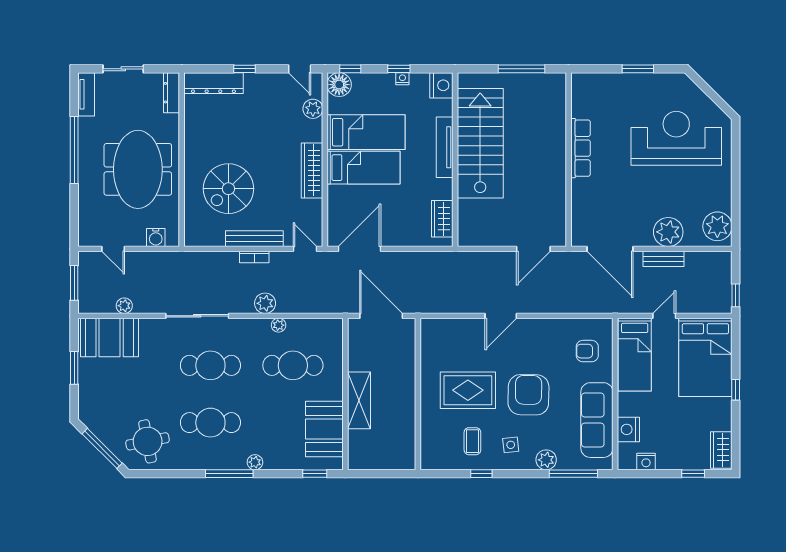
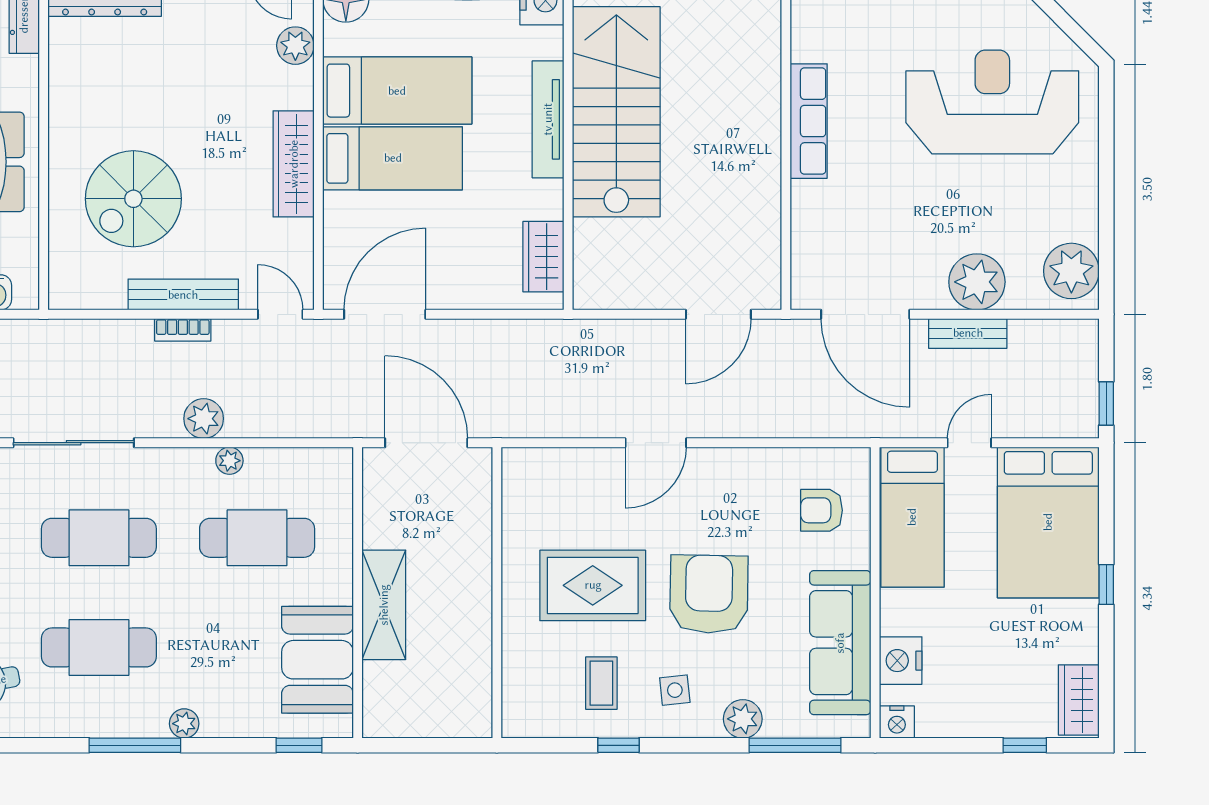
nightstand: (646, 461) -> (897, 722), moved

